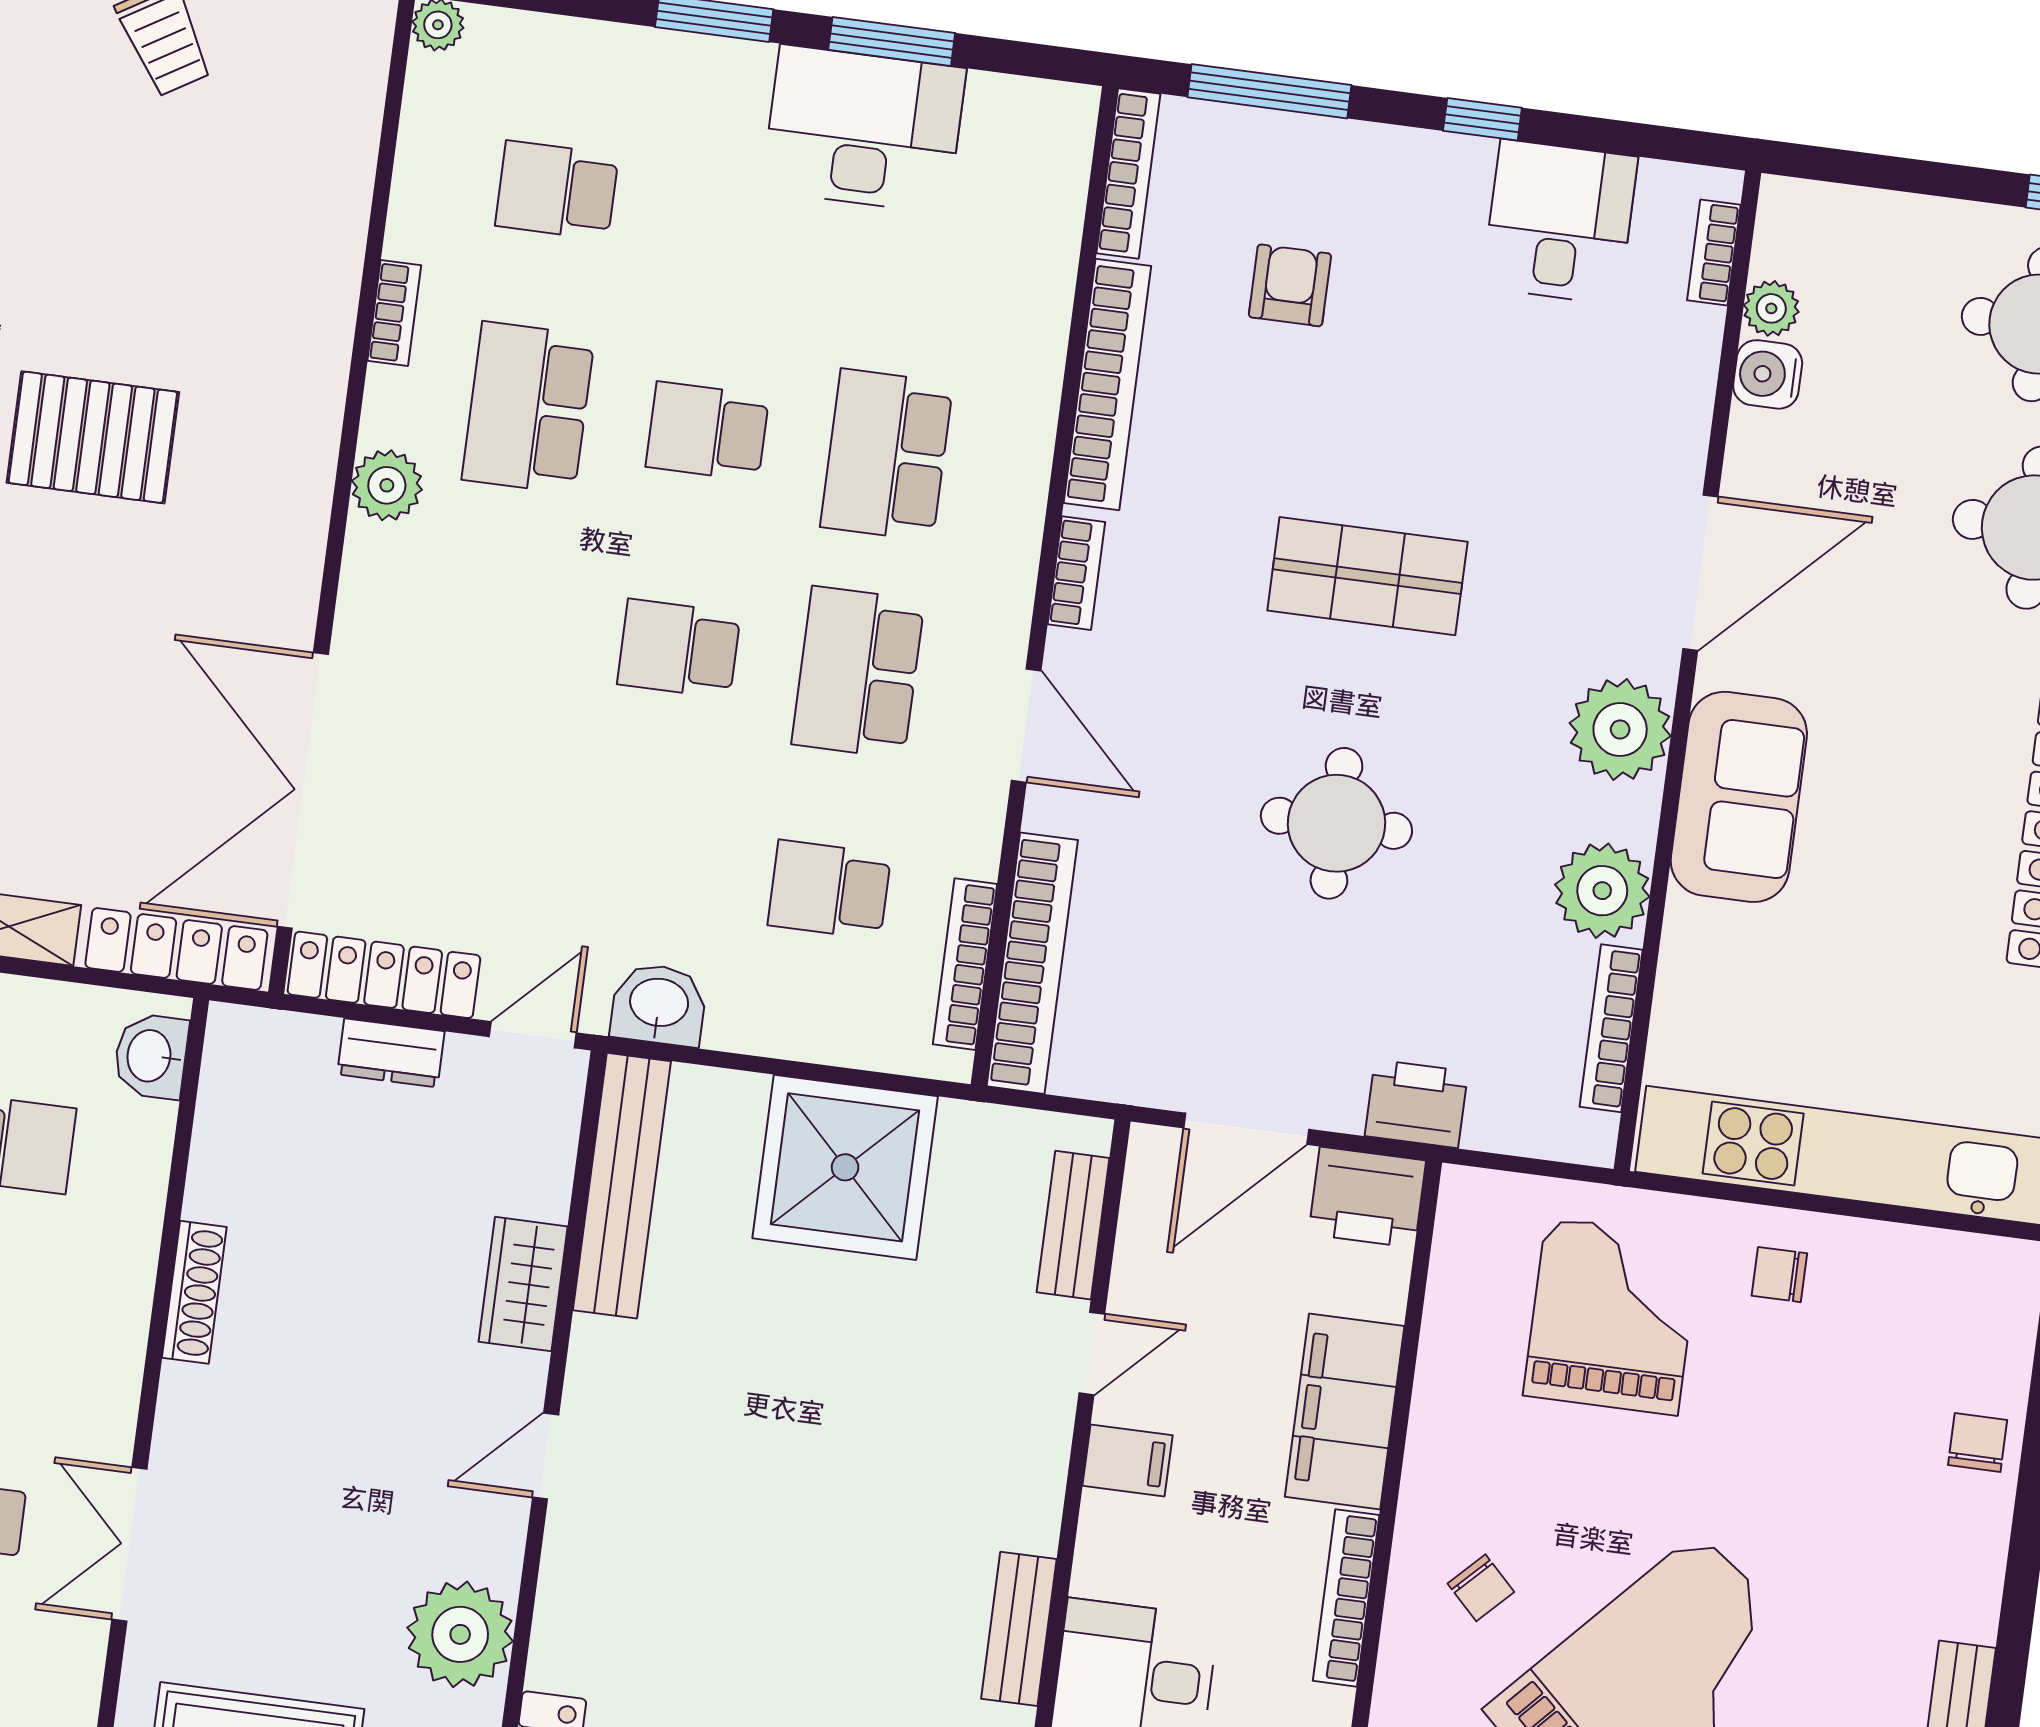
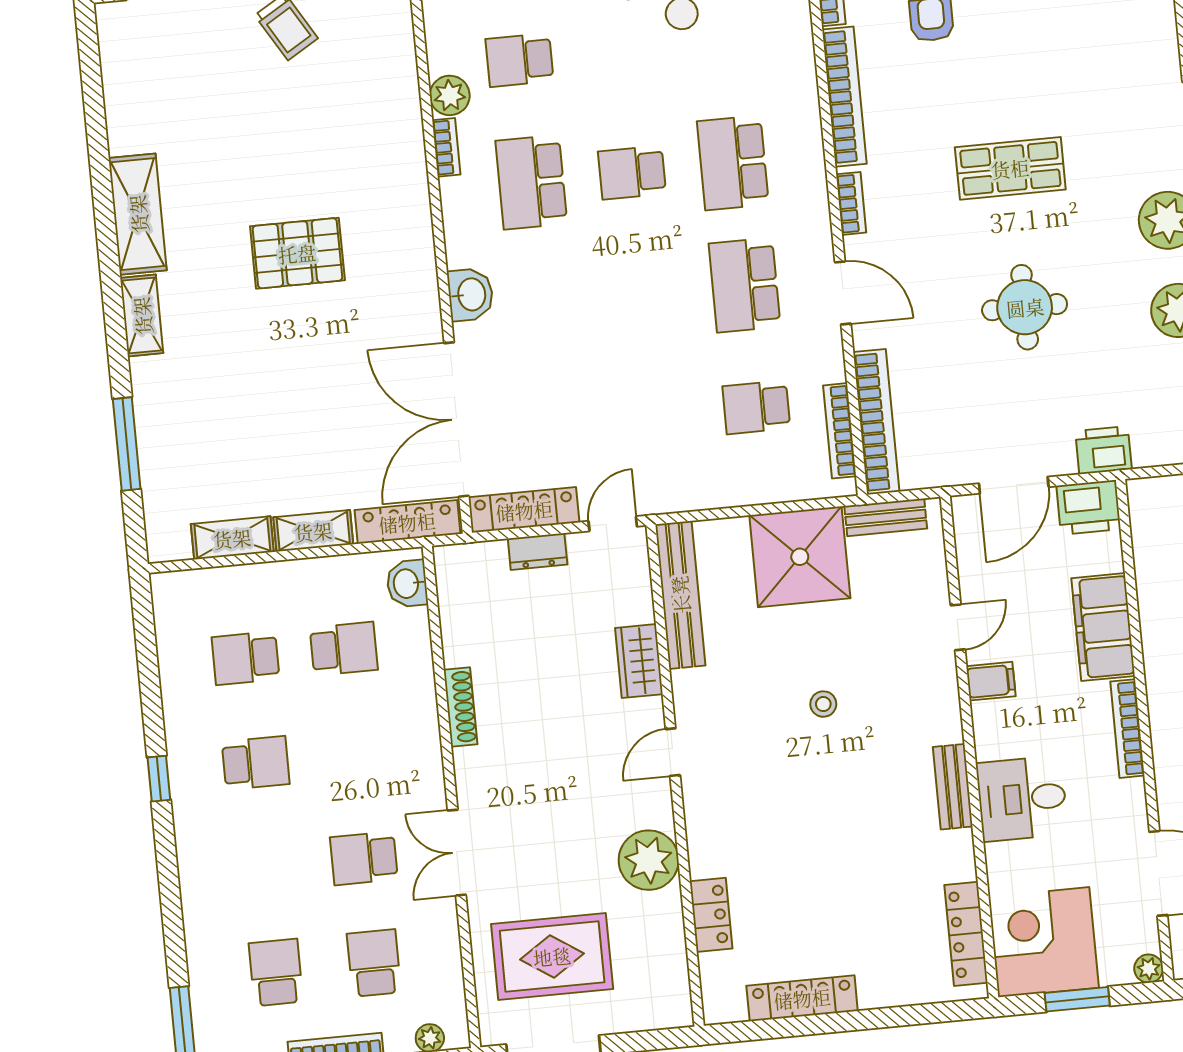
plant: (387, 485) -> (450, 95), moved
school desk: (679, 649) -> (644, 295), removed
washbasin: (659, 1005) -> (470, 295), moved, turned 90
bench: (1073, 1225) -> (886, 517), moved, turned 90
stool: (827, 1433) -> (823, 704), added

